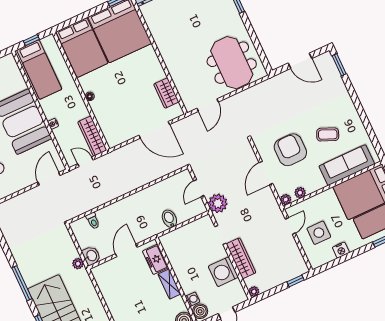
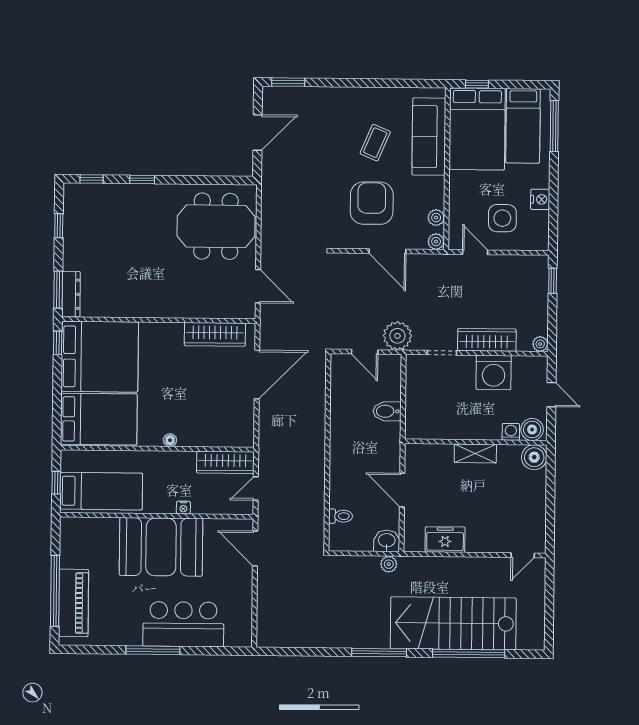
wardrobe: (166, 93) -> (215, 334), width x1.50
armchair: (290, 150) -> (372, 203), turned 90
freezer: (155, 259) -> (445, 540), moved, turned 180

